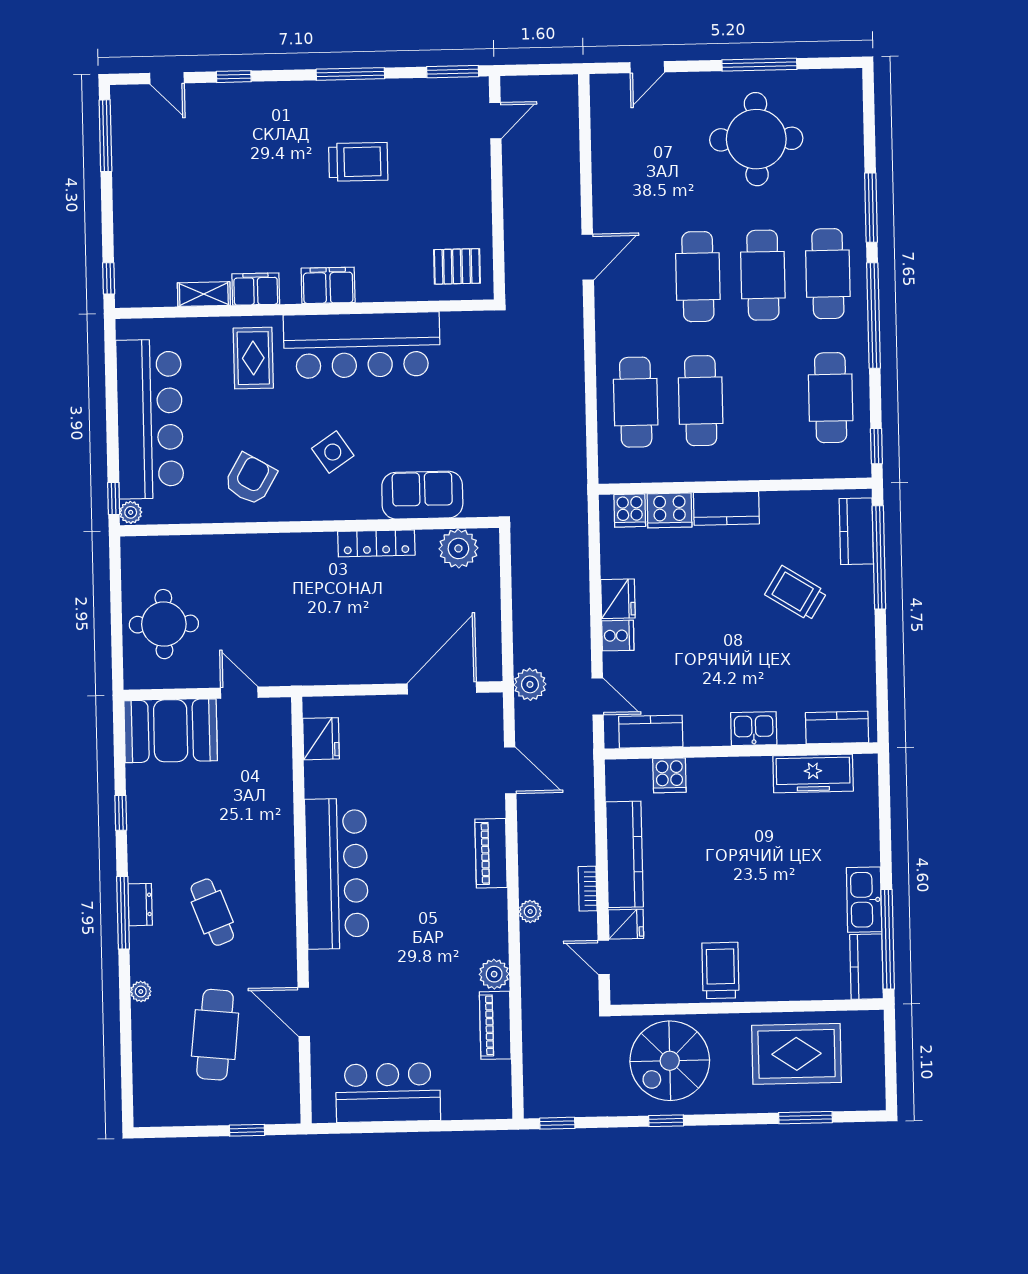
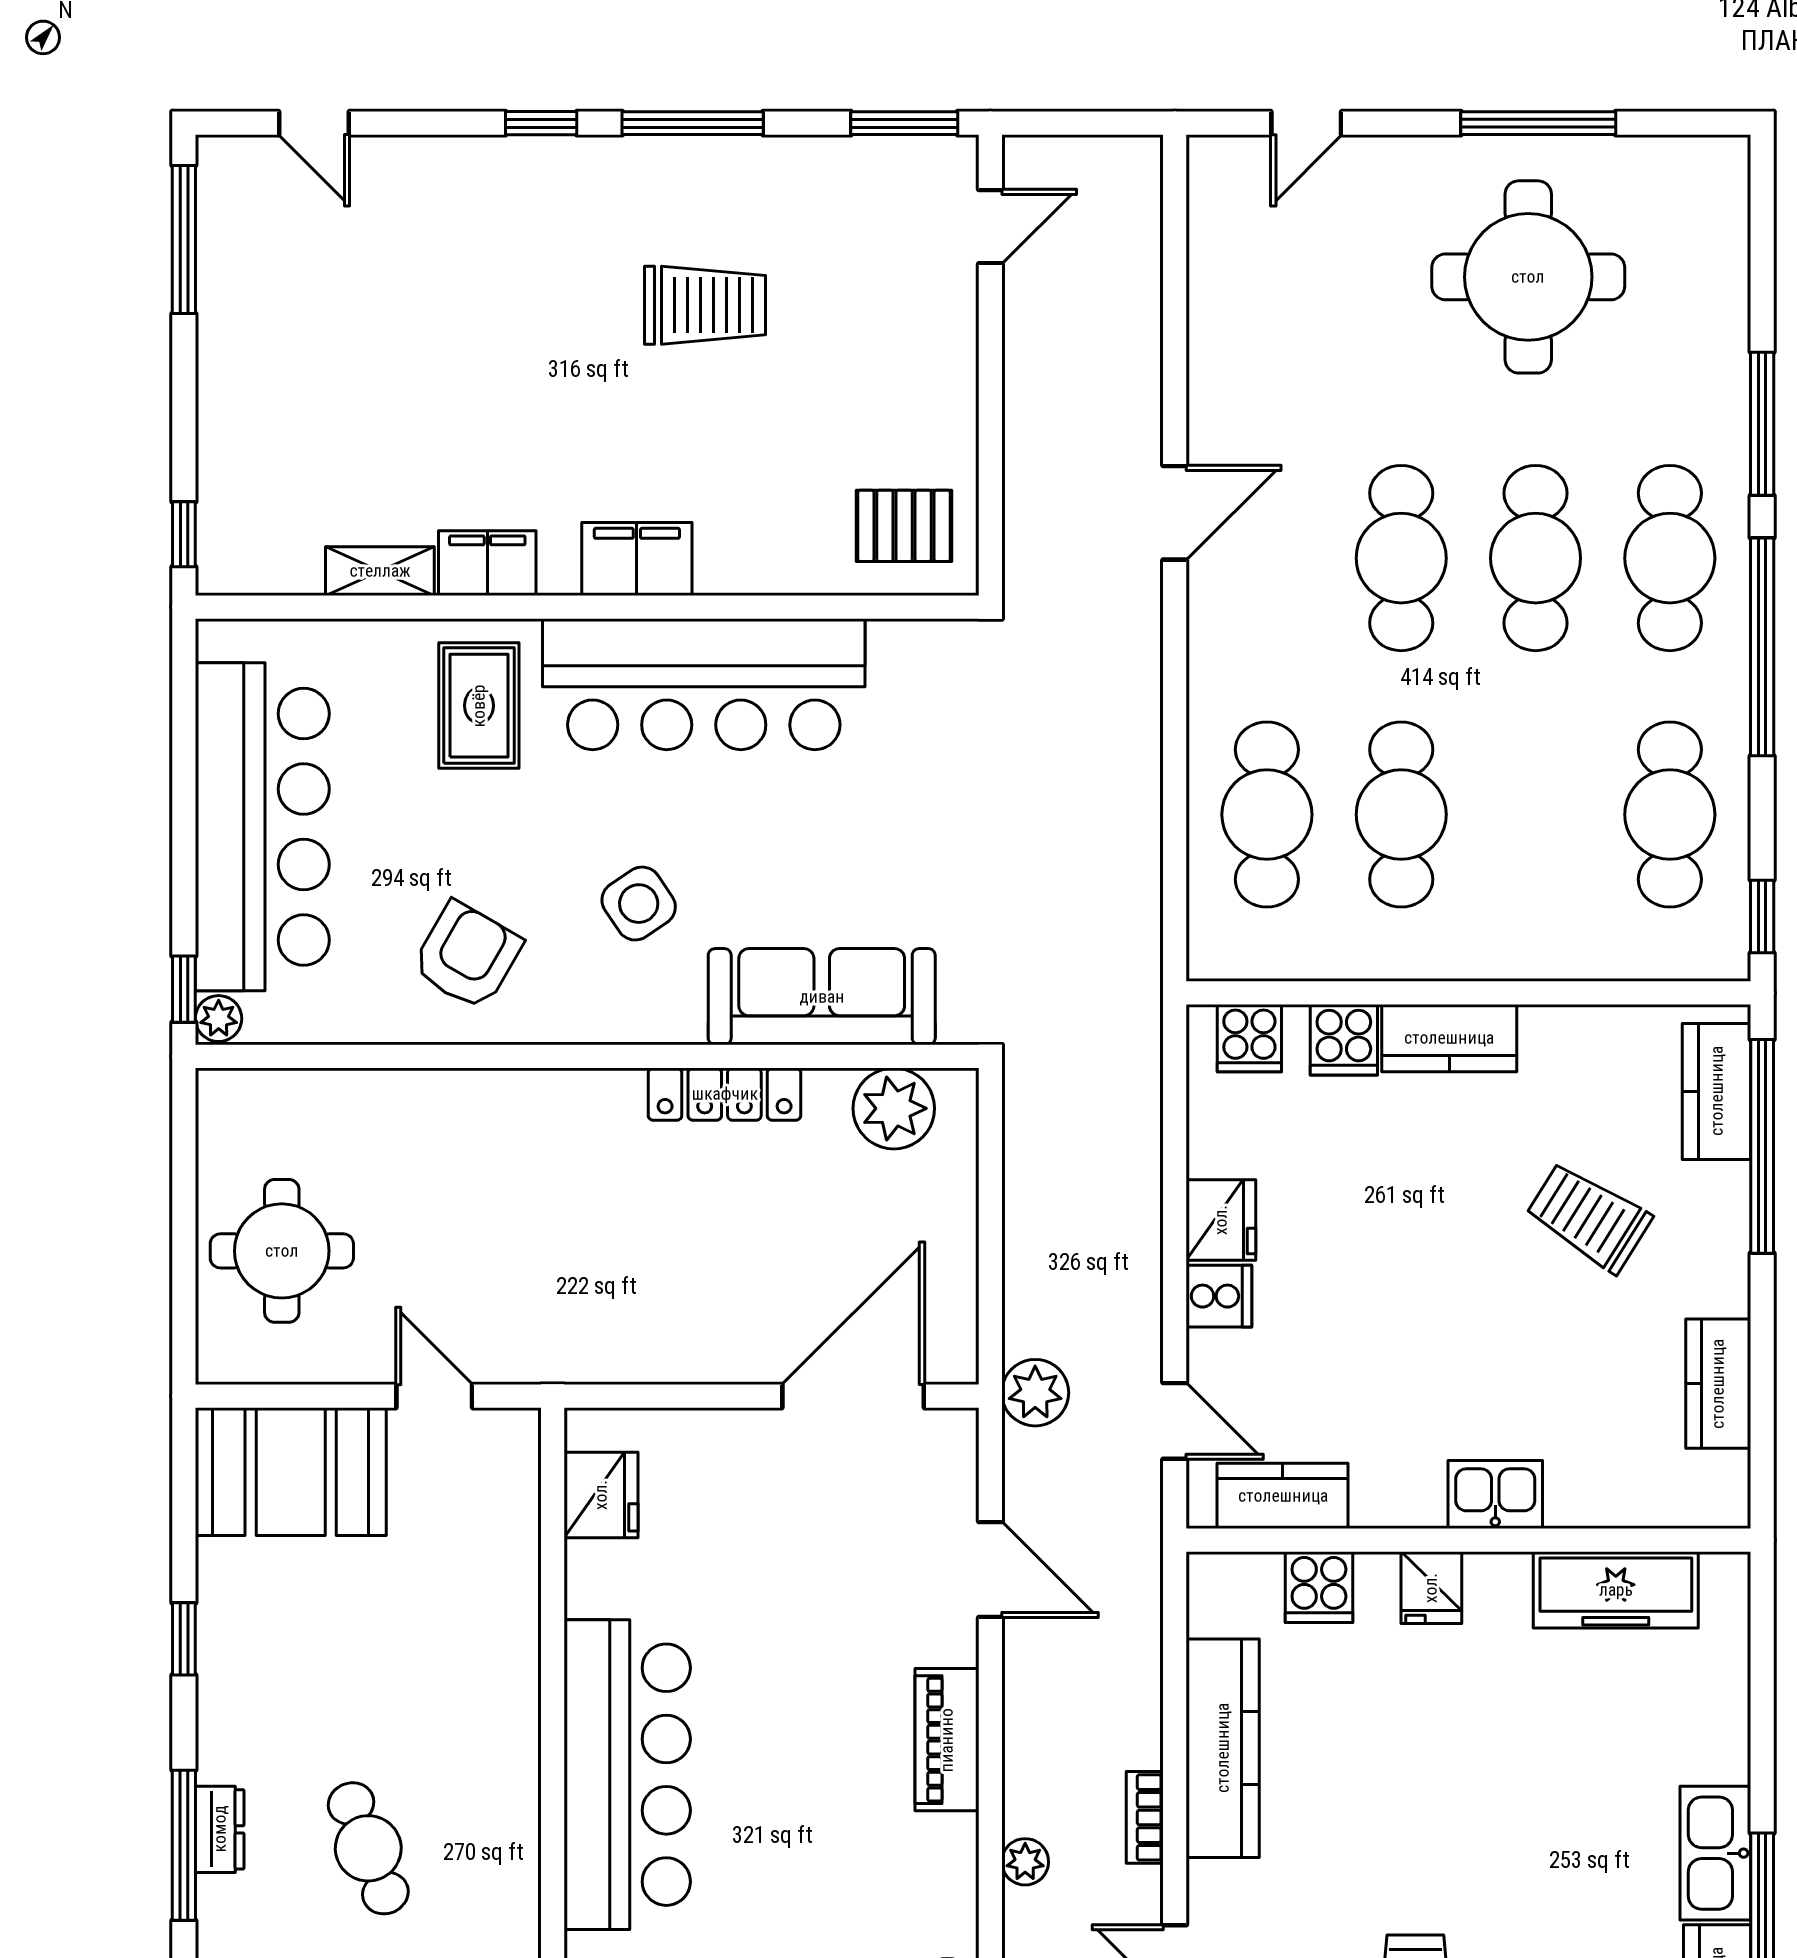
window: (234, 77) -> (541, 123), moved
sofa: (422, 495) -> (822, 997), width x1.36
cooker: (670, 510) -> (1344, 1040), width x0.73
kitchen counter: (837, 728) -> (1718, 1384), moved, turned -90
fridge: (626, 924) -> (1431, 1588), moved, turned 90

